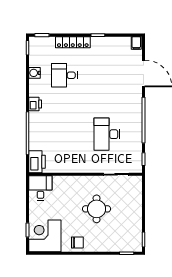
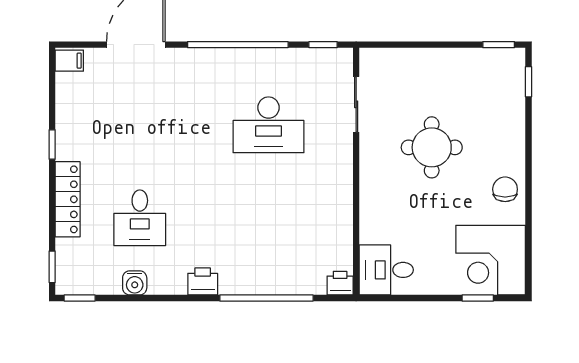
printer: (37, 162) -> (340, 283), width x0.53, depth x0.68

